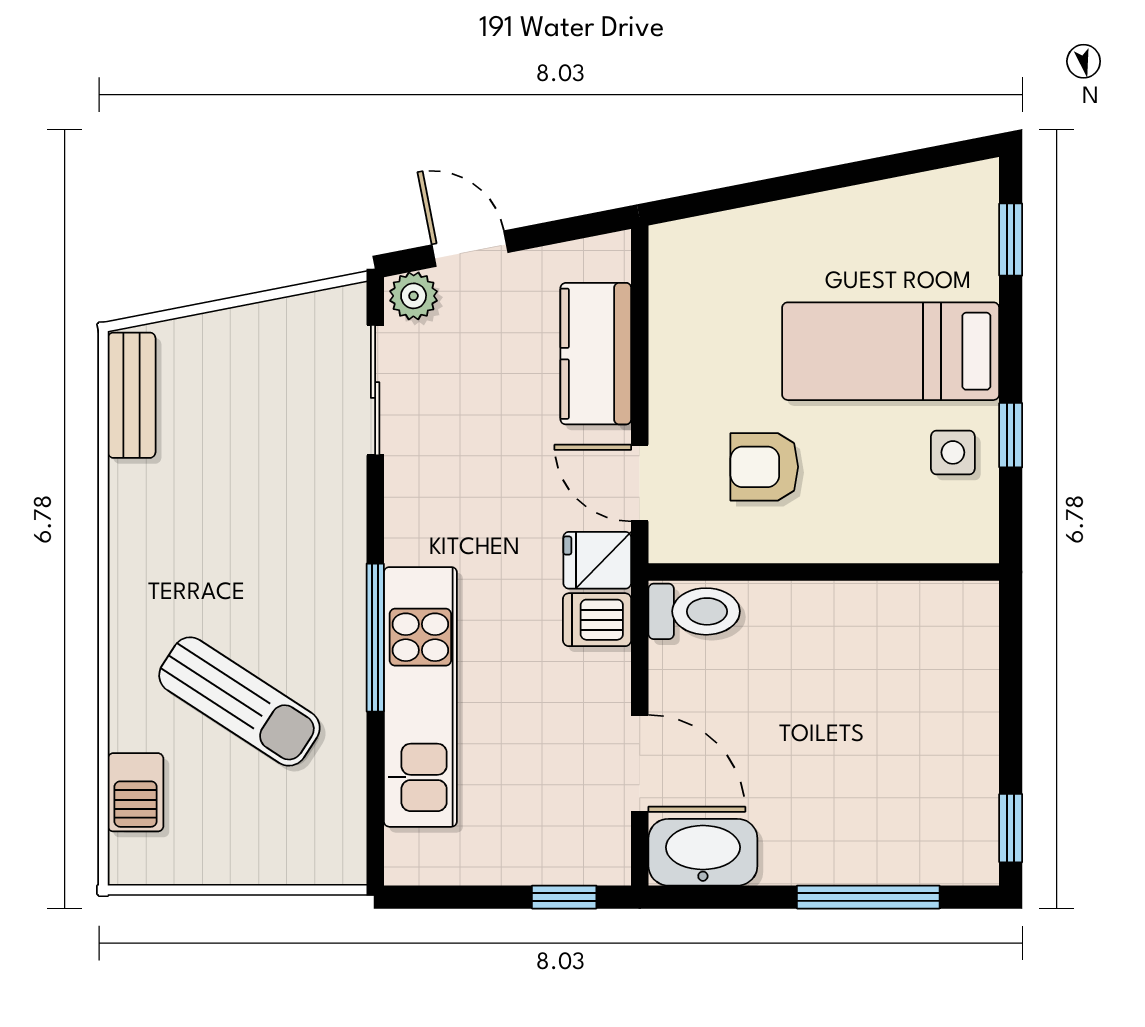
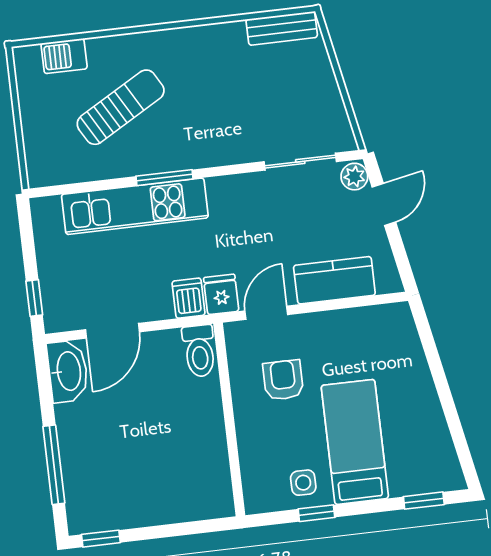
window: (375, 638) -> (164, 178), width x0.69
sun lounger: (239, 702) -> (121, 107), turned -153

